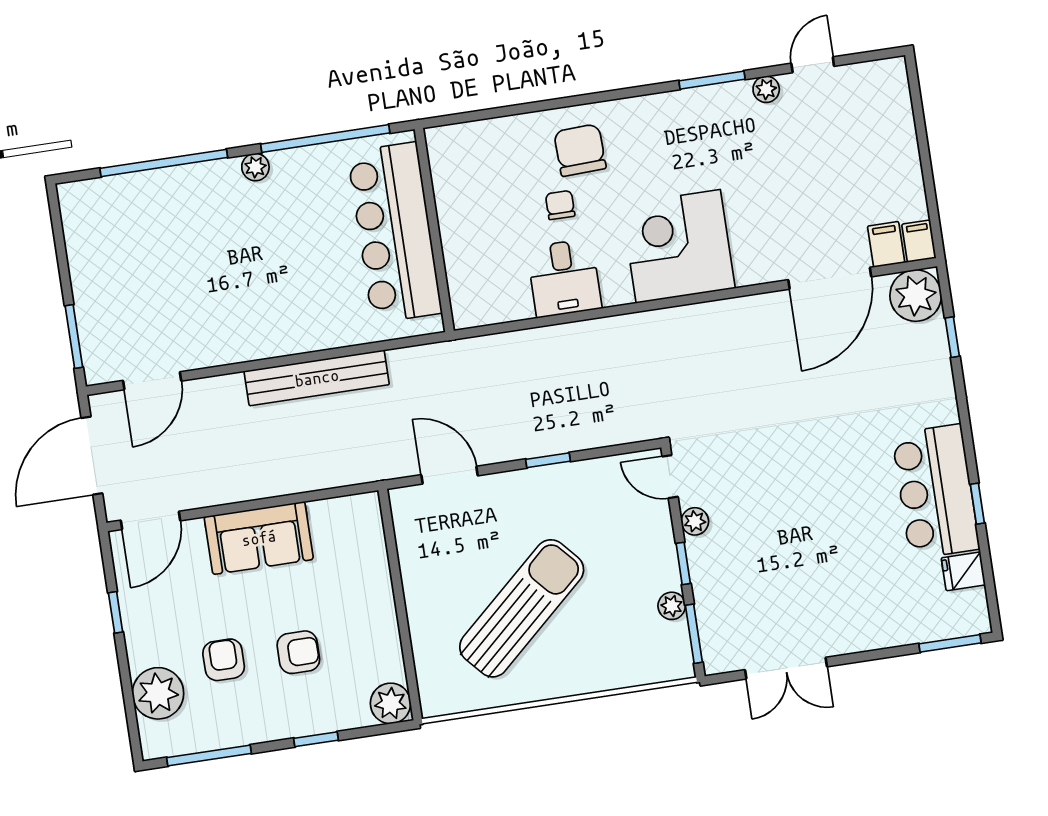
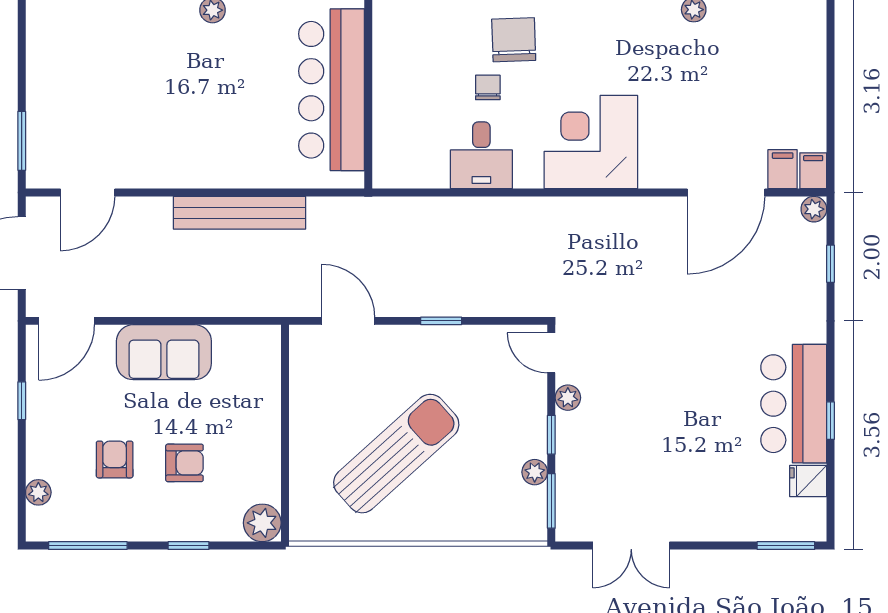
plant: (916, 295) -> (814, 209), width x0.53, depth x0.53
plant: (158, 693) -> (38, 492), width x0.53, depth x0.53

